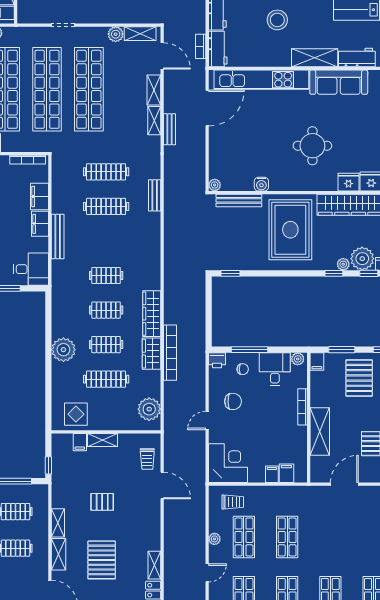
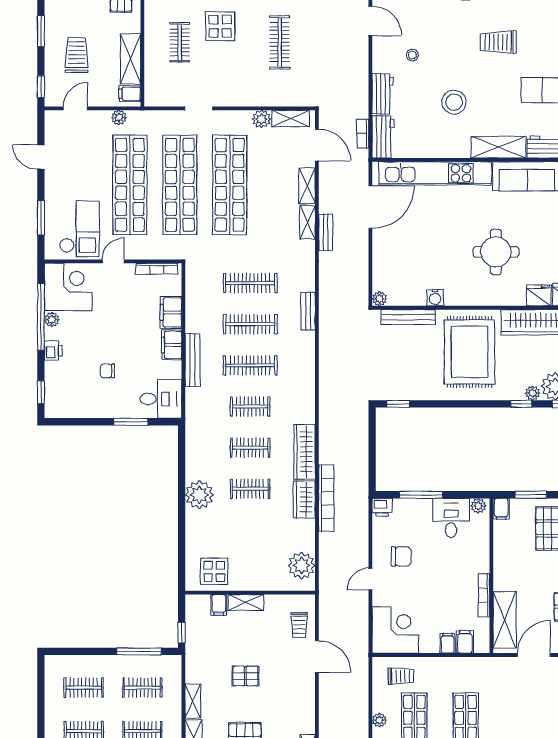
chair: (243, 369) -> (413, 518), removed
clothes rail: (106, 379) -> (250, 365), moved
bookcase: (303, 407) -> (484, 595), moved
shelving: (320, 432) -> (505, 620), moved

